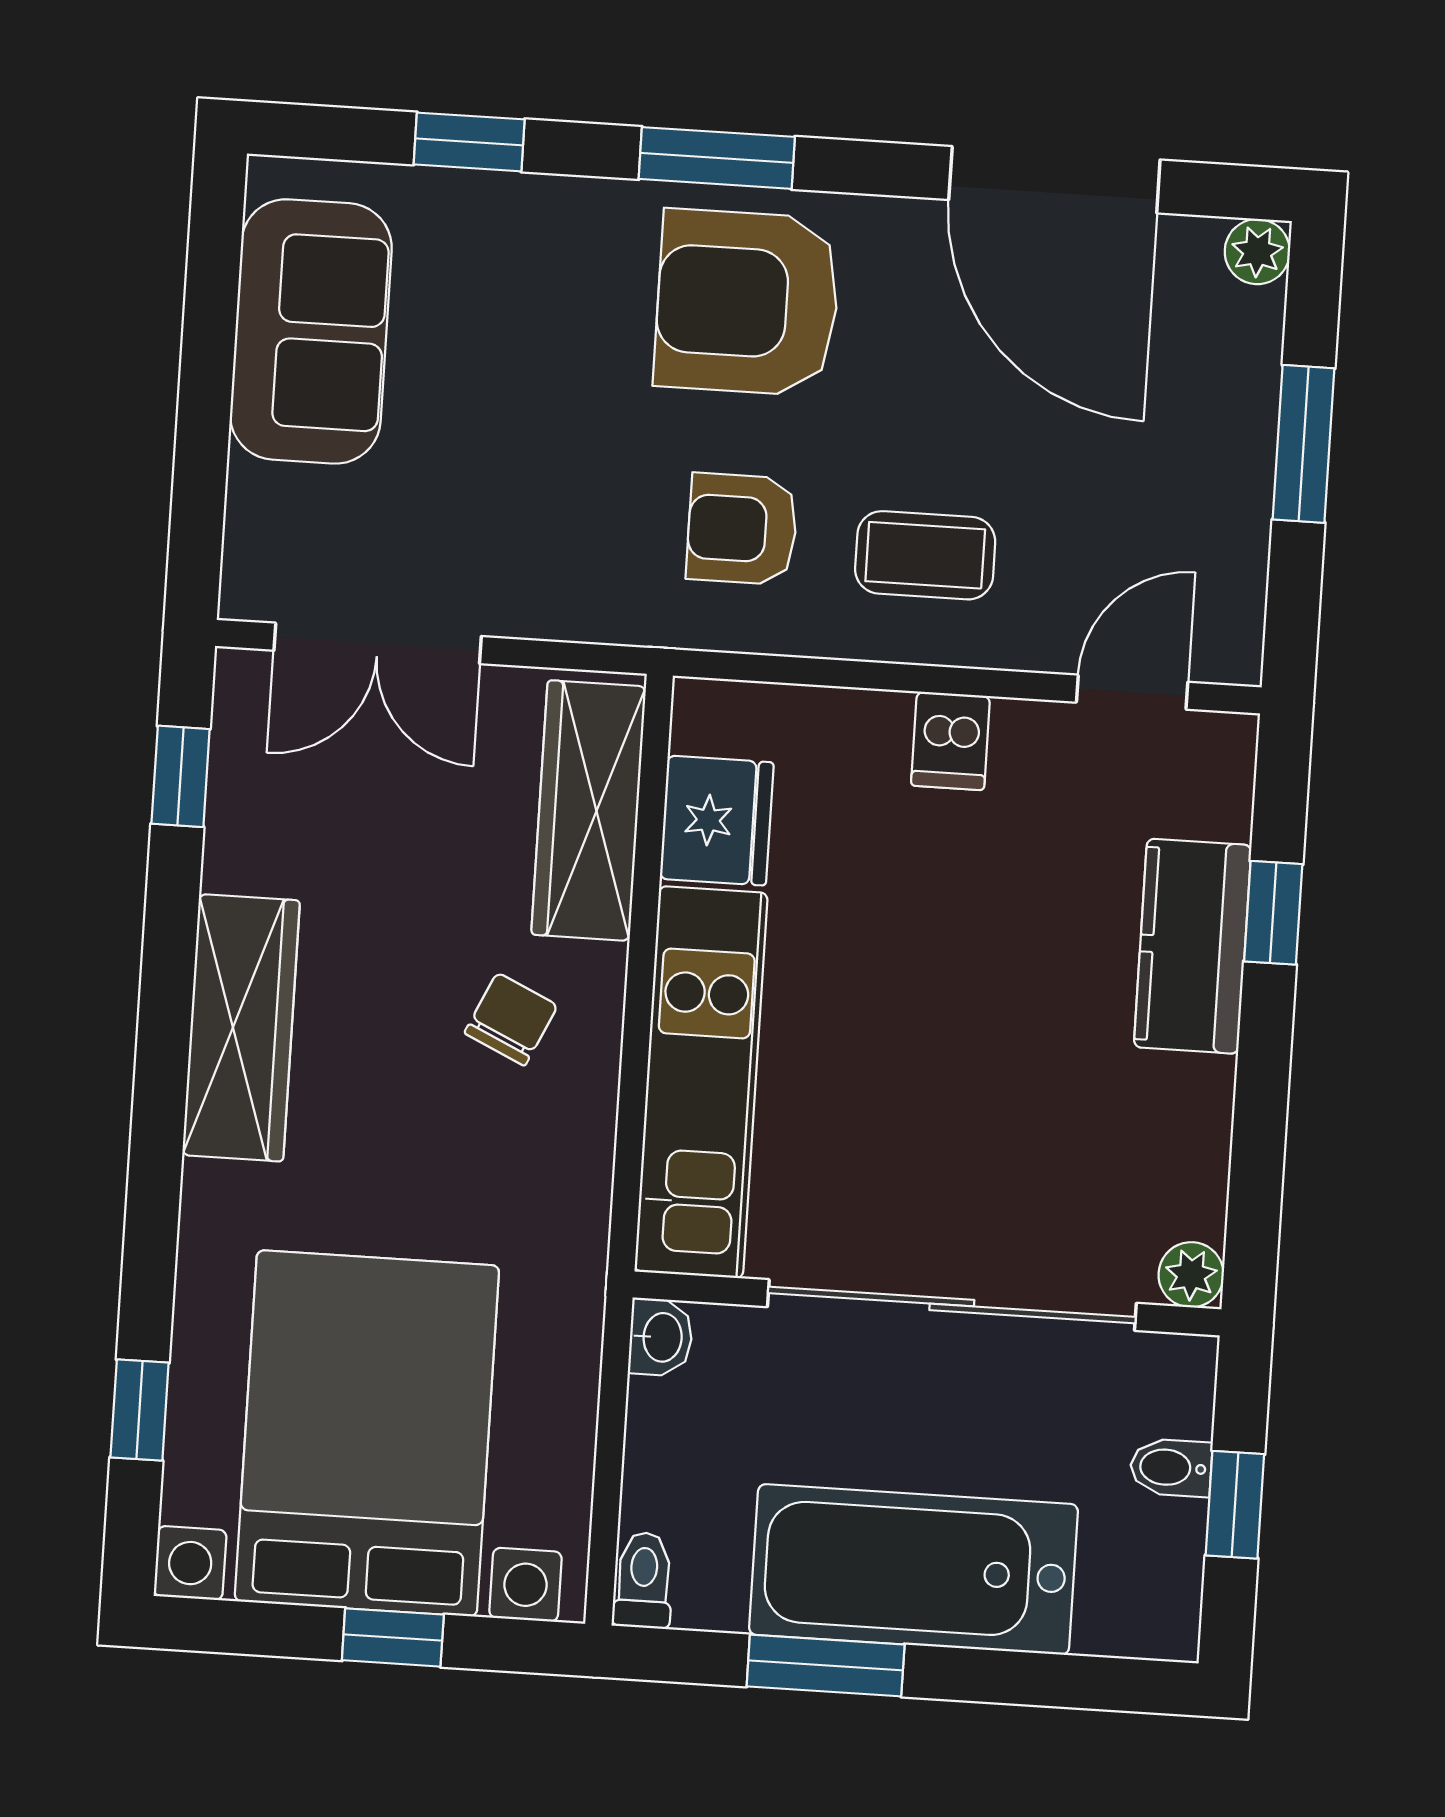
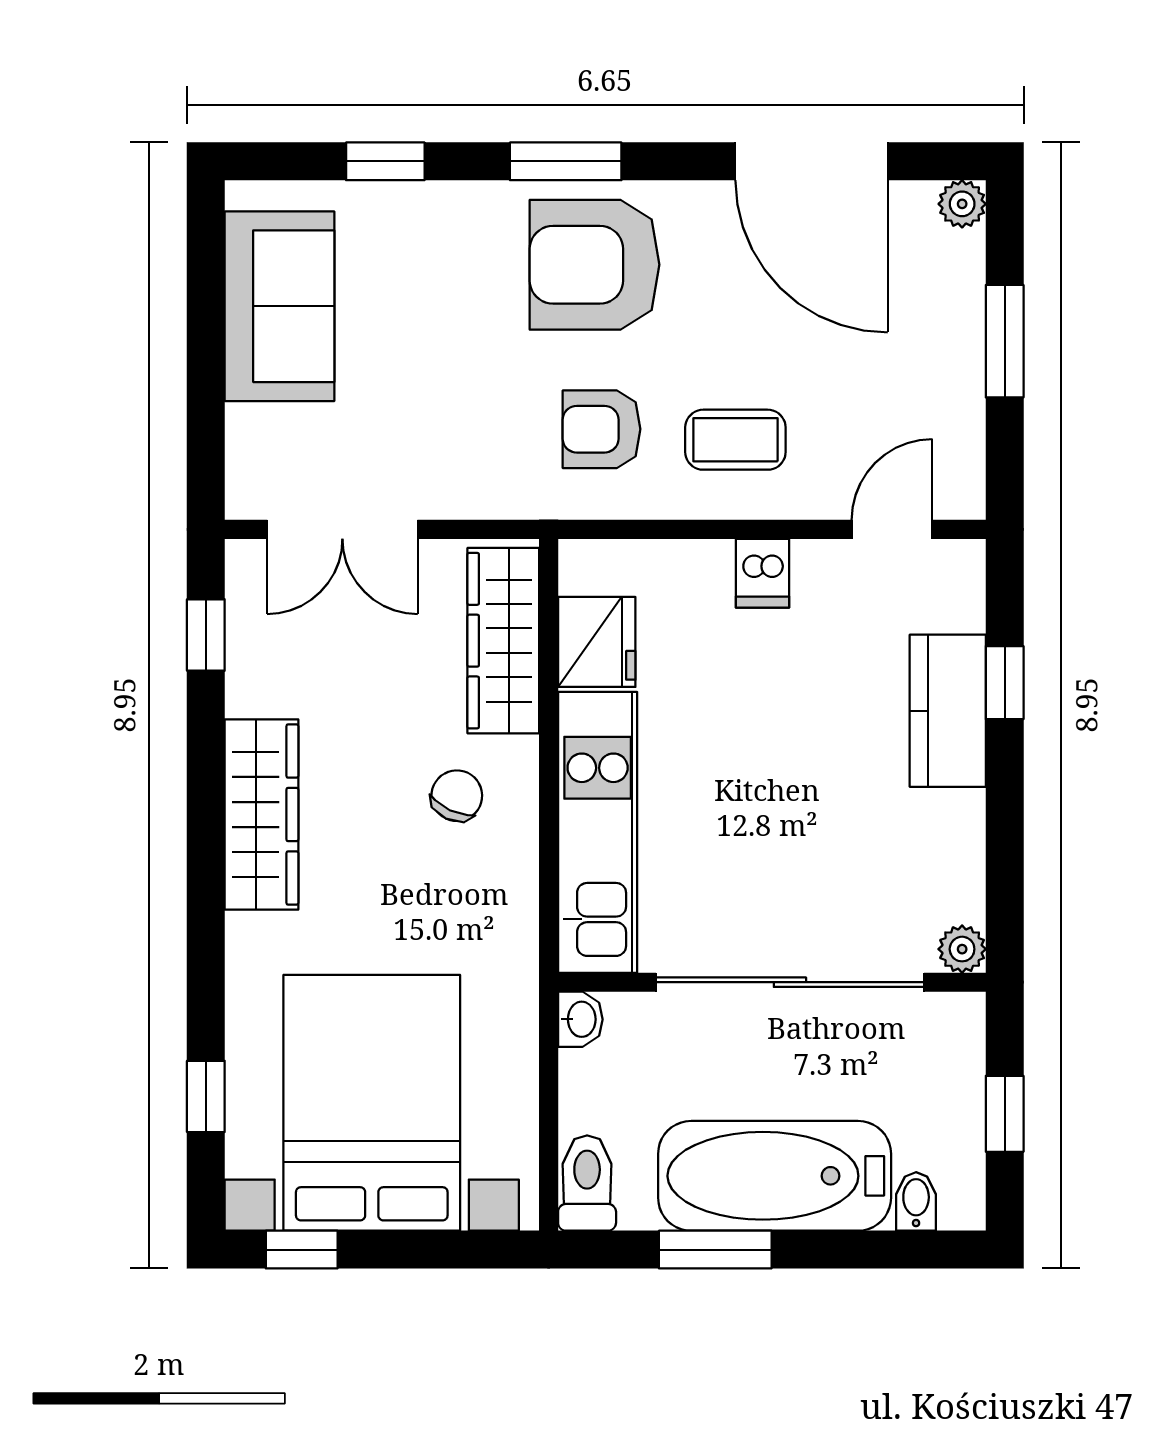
bidet: (1171, 1468) -> (916, 1201), moved, turned 90
toilet: (643, 1580) -> (587, 1183), width x1.37, depth x1.39
window: (393, 1637) -> (302, 1250), moved

